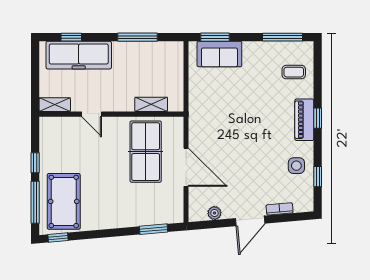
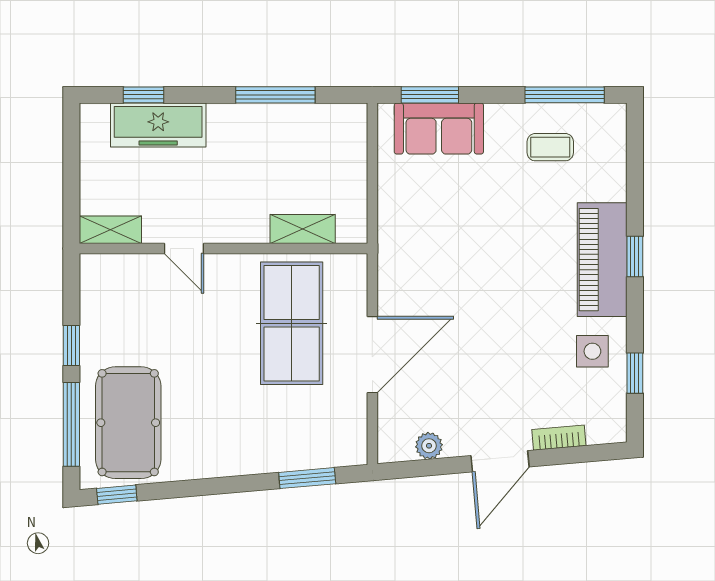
freezer: (79, 55) -> (158, 125), width x0.73, depth x0.79
coffee table: (294, 72) -> (550, 147), moved
piano: (304, 120) -> (602, 260), width x1.37, depth x1.33
door: (186, 167) -> (372, 355), hinge flipped

